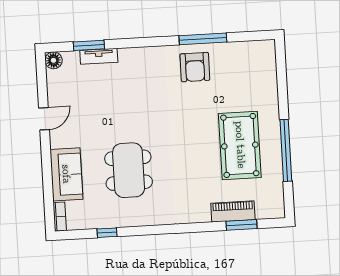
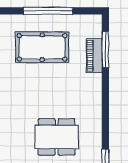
window: (241, 225) -> (105, 50), width x1.44

